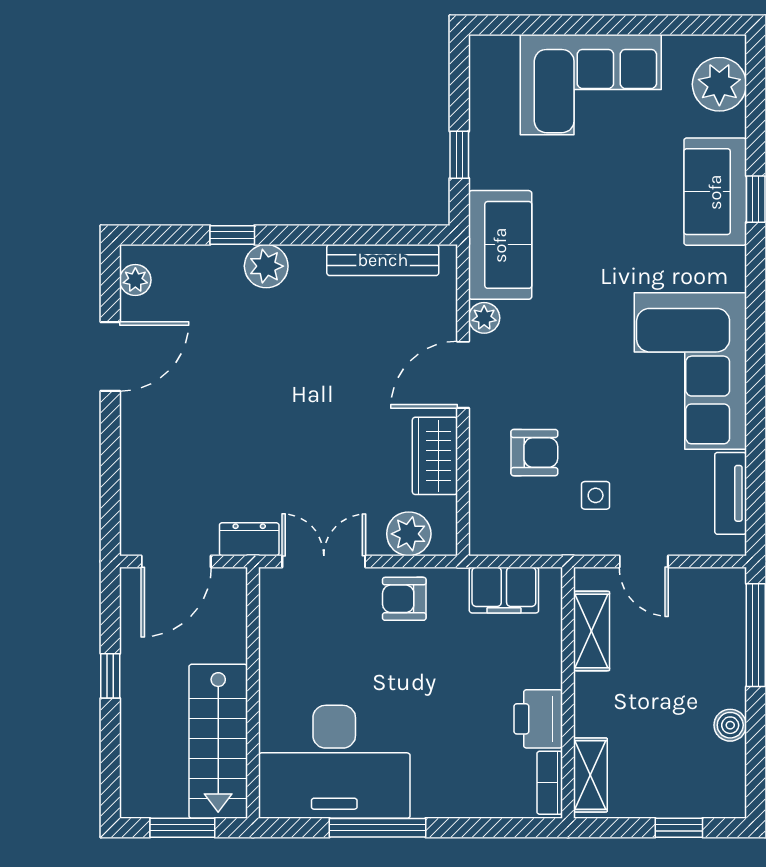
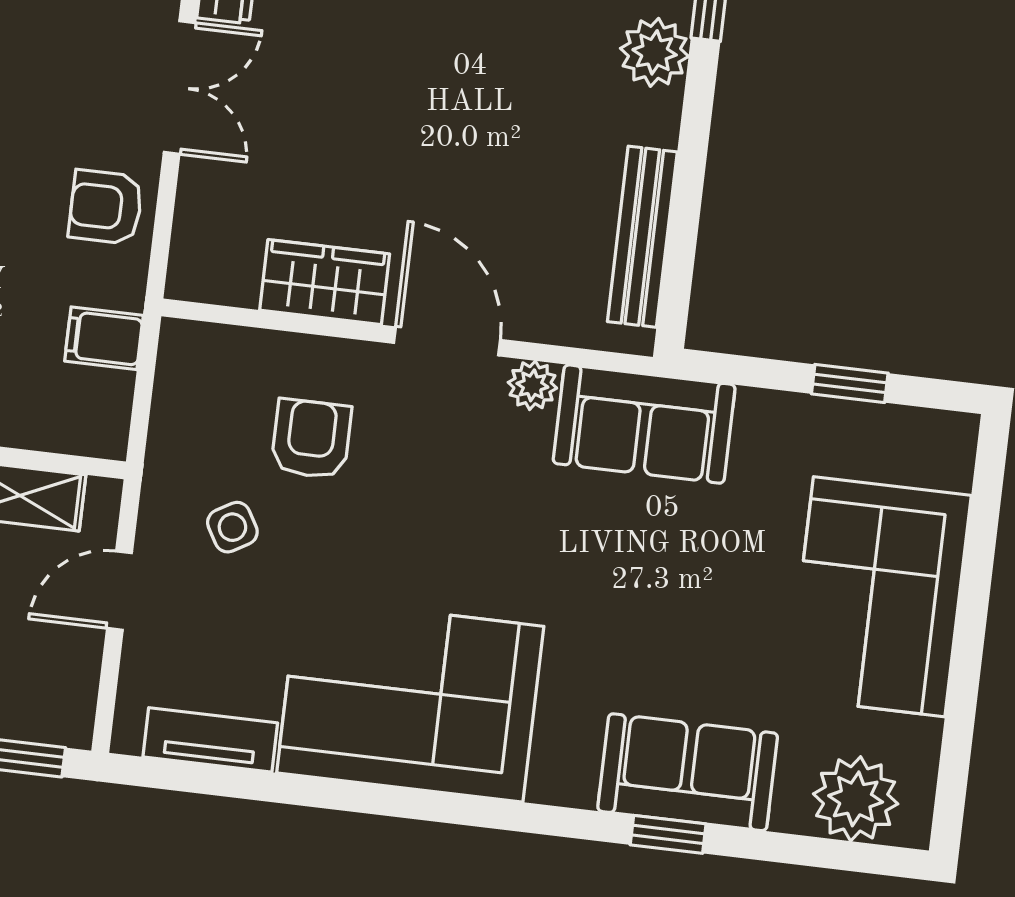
window: (459, 155) -> (850, 383), moved
armchair: (534, 453) -> (311, 439), turned 180
side table: (596, 495) -> (232, 527), turned -30
plant: (409, 534) -> (207, 226), removed
filing cabinet: (504, 590) -> (104, 338), width x0.50
armchair: (404, 599) -> (106, 207), turned -90

